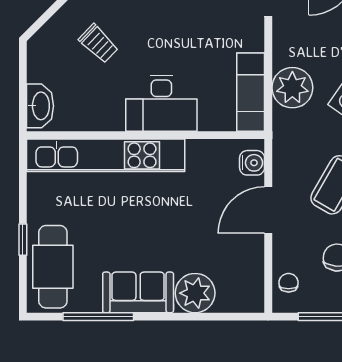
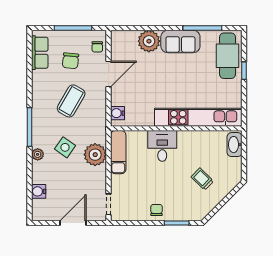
desk: (161, 103) -> (162, 146), width x0.73
door: (268, 210) -> (109, 74), moved

